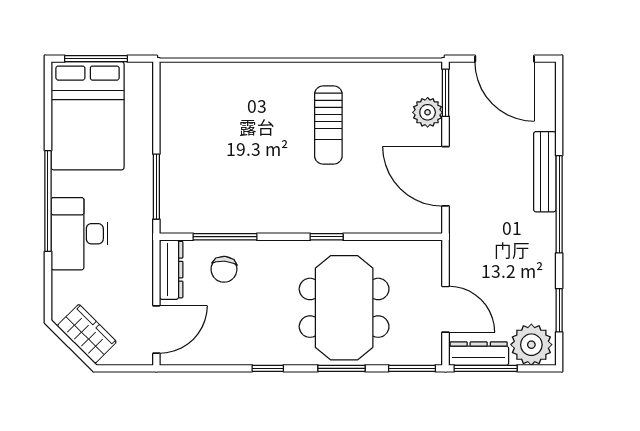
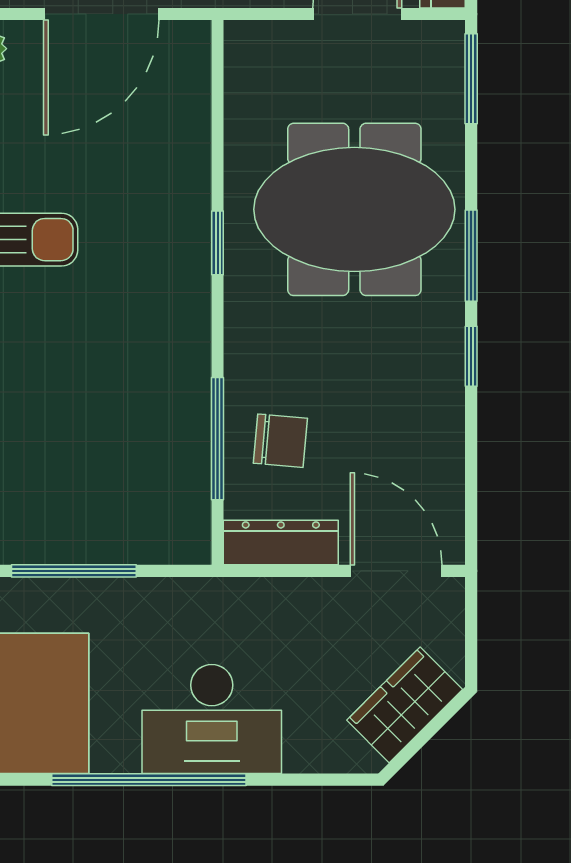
window: (156, 187) -> (74, 571), moved
window: (341, 368) -> (471, 256), moved

